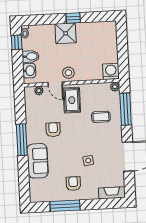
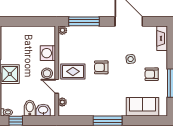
washing machine: (111, 71) -> (48, 53), moved
door: (55, 84) -> (57, 86), swing flipped
coffee table: (101, 117) -> (90, 45), removed
armchair: (53, 130) -> (101, 67), moved
sofa: (38, 161) -> (143, 107), moved

